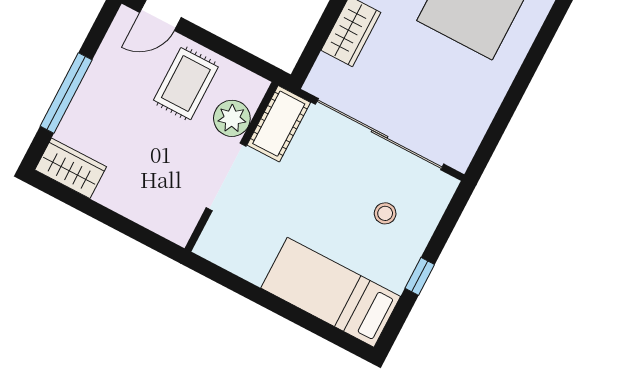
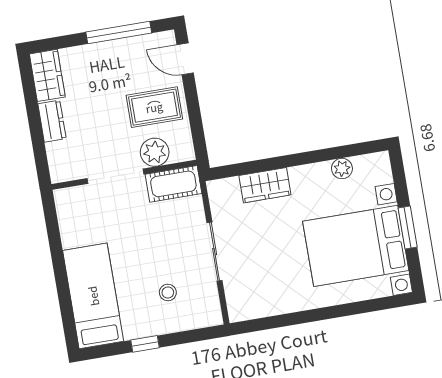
window: (66, 93) -> (119, 33), moved
sliding door: (380, 134) -> (215, 252), width x0.54
dresser: (121, 199) -> (52, 121), added

